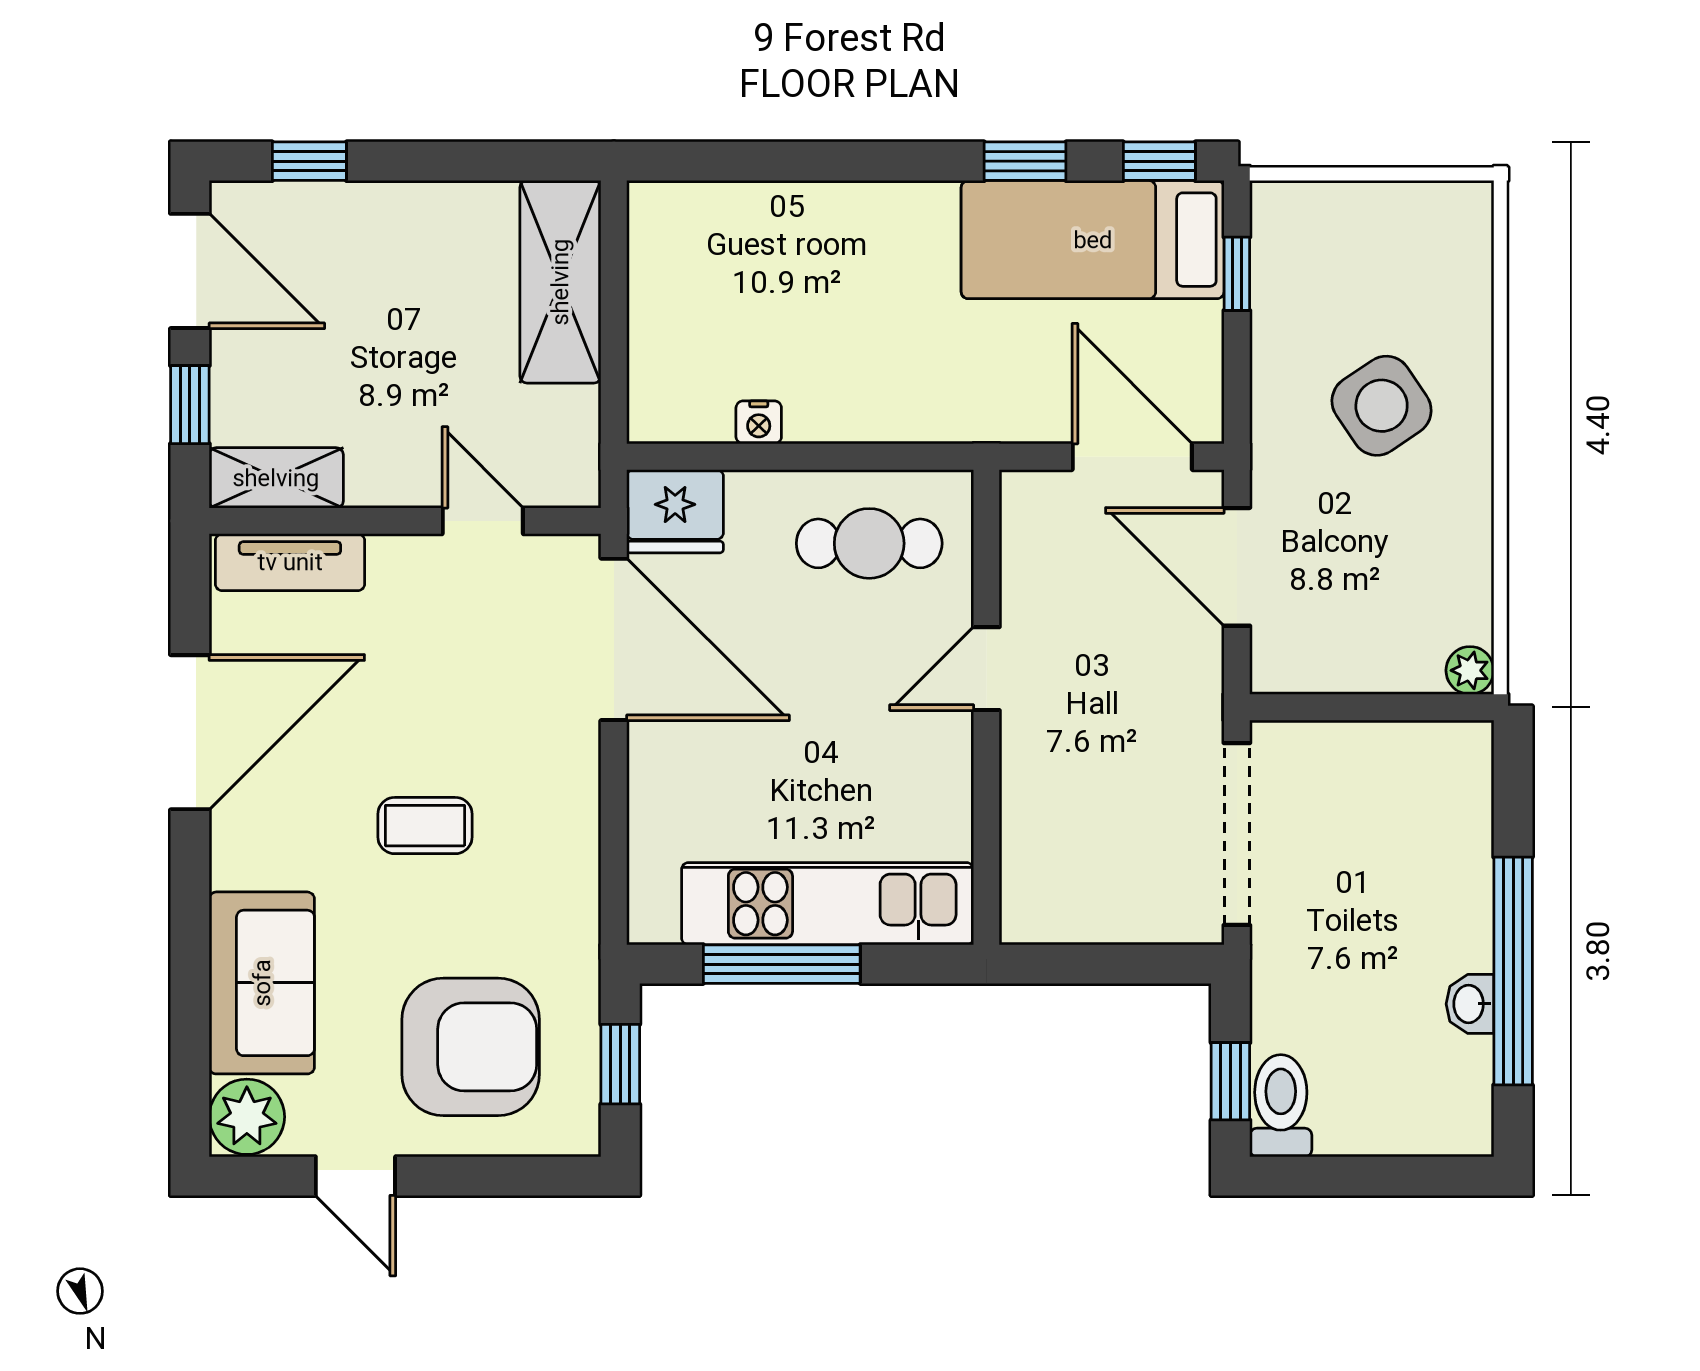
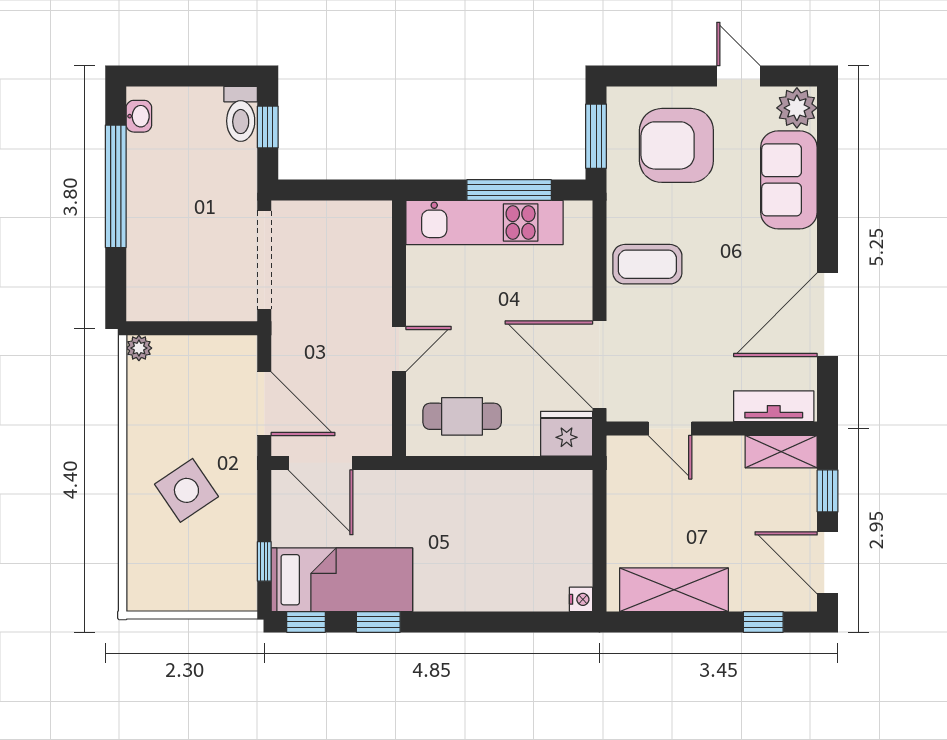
shelving: (560, 282) -> (674, 590), moved, turned 90
nightstand: (759, 422) -> (581, 599), moved, turned 90
coffee table: (425, 826) -> (647, 264), moved, width x1.36, depth x1.30
washbasin: (1470, 1004) -> (139, 116), moved
window: (620, 1064) -> (596, 136), width x1.50

